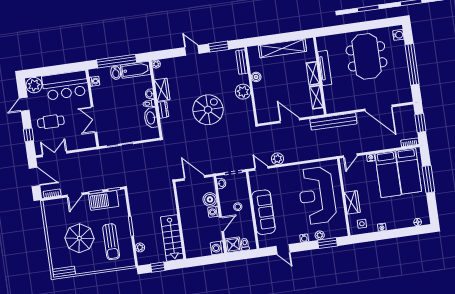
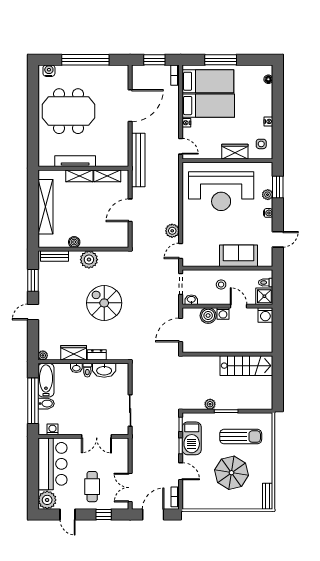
sofa: (264, 212) -> (238, 256), width x0.73
plant: (140, 247) -> (210, 404), moved
window: (158, 267) -> (278, 387), removed

